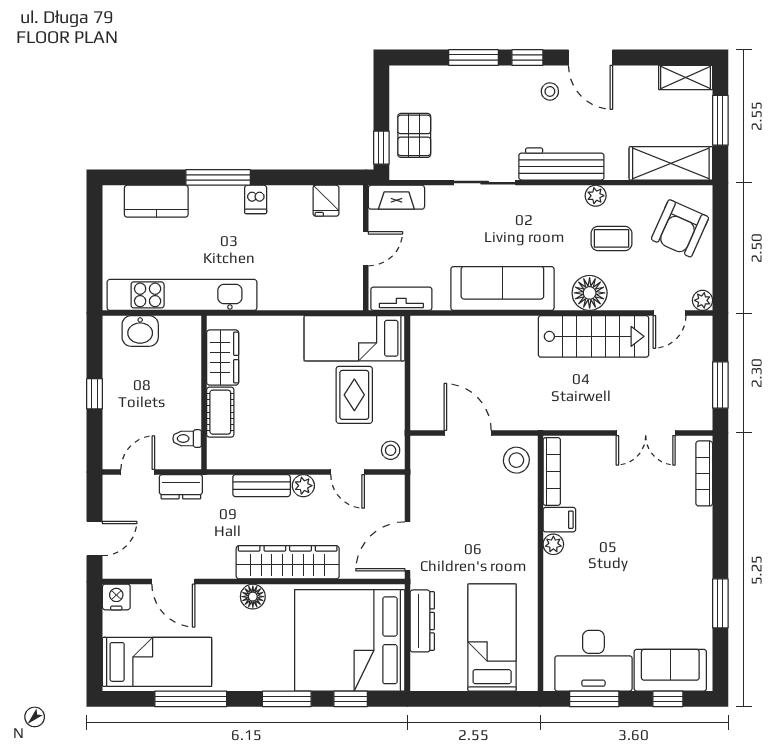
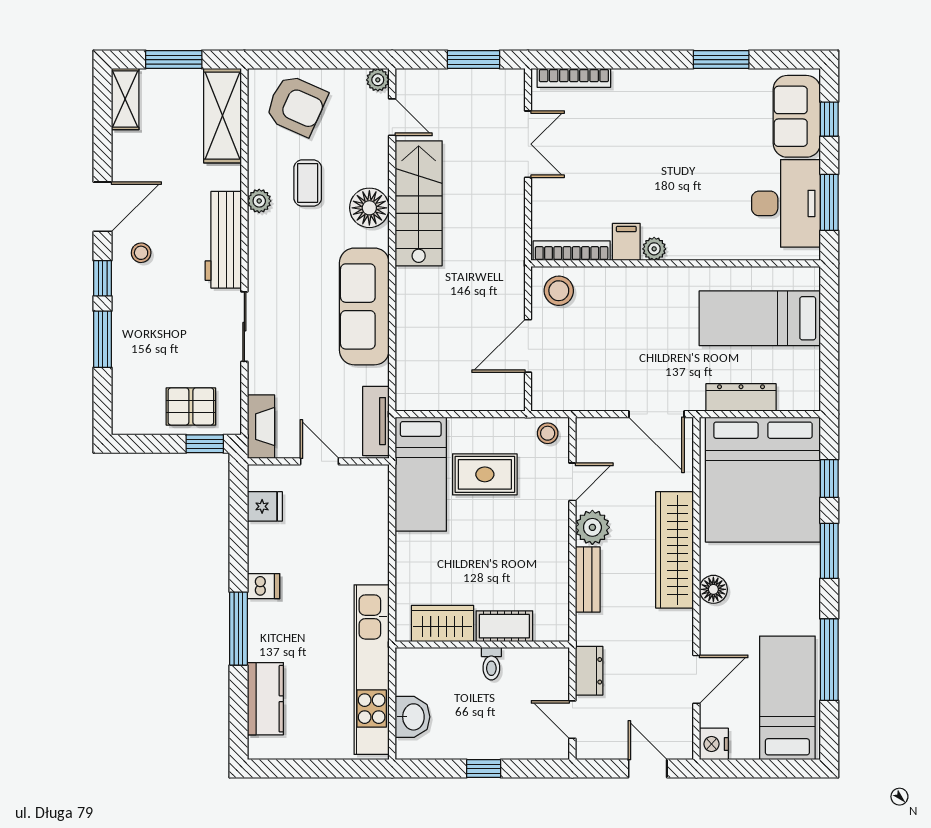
toilet: (187, 439) -> (491, 664), moved
plant: (303, 486) -> (592, 527), width x1.38, depth x1.38

